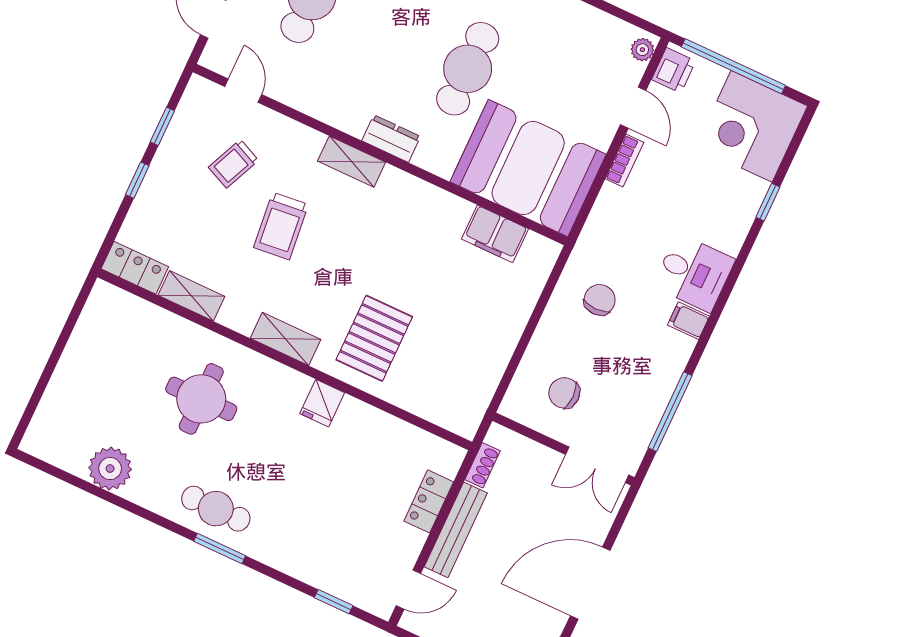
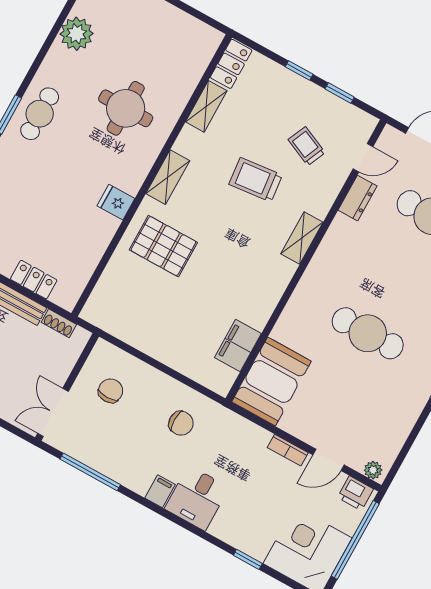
dresser: (391, 139) -> (358, 198), moved
booth: (528, 168) -> (272, 382), width x0.73, depth x0.70

